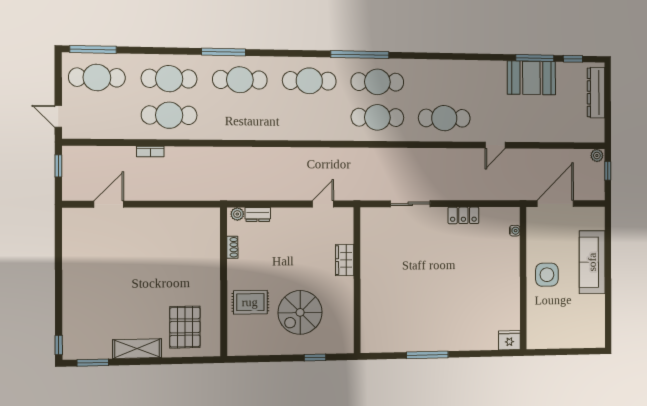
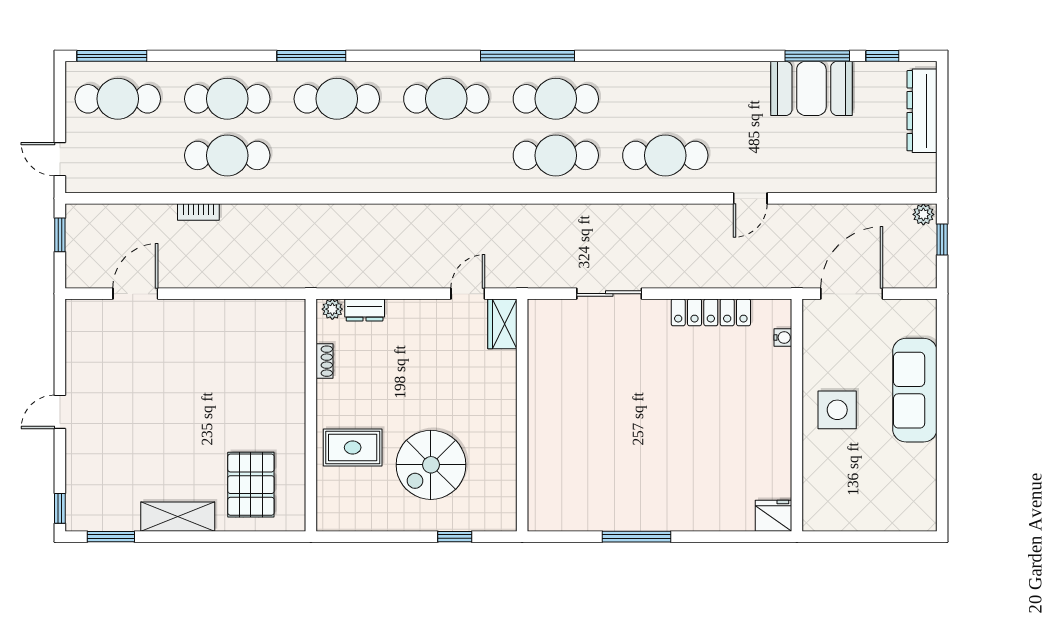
locker: (463, 215) -> (711, 312), width x1.53
wardrobe: (345, 260) -> (502, 324), moved
door: (59, 282) -> (60, 412), added

